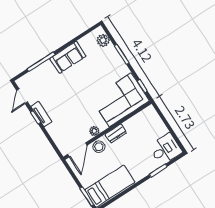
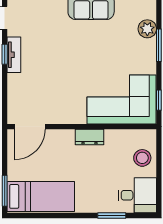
plant: (103, 40) -> (147, 29), moved
plant: (94, 131) -> (65, 117), removed
stool: (99, 147) -> (142, 158), moved

